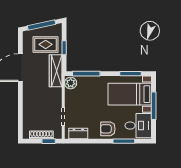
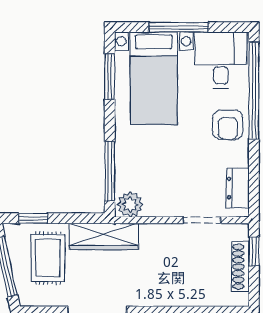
window: (64, 48) -> (33, 218), moved
window: (124, 141) -> (254, 91), width x2.11

